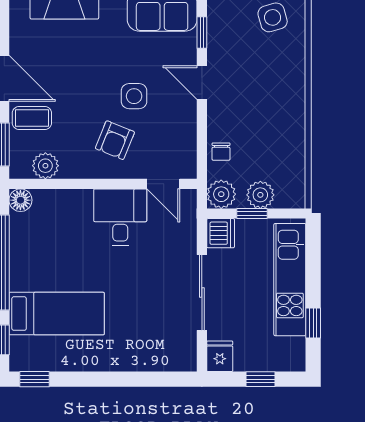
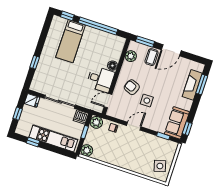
door: (202, 83) -> (134, 126), moved
plant: (260, 195) -> (87, 150), moved
floor lamp: (20, 200) -> (112, 66), moved
window: (34, 379) -> (35, 62), moved

